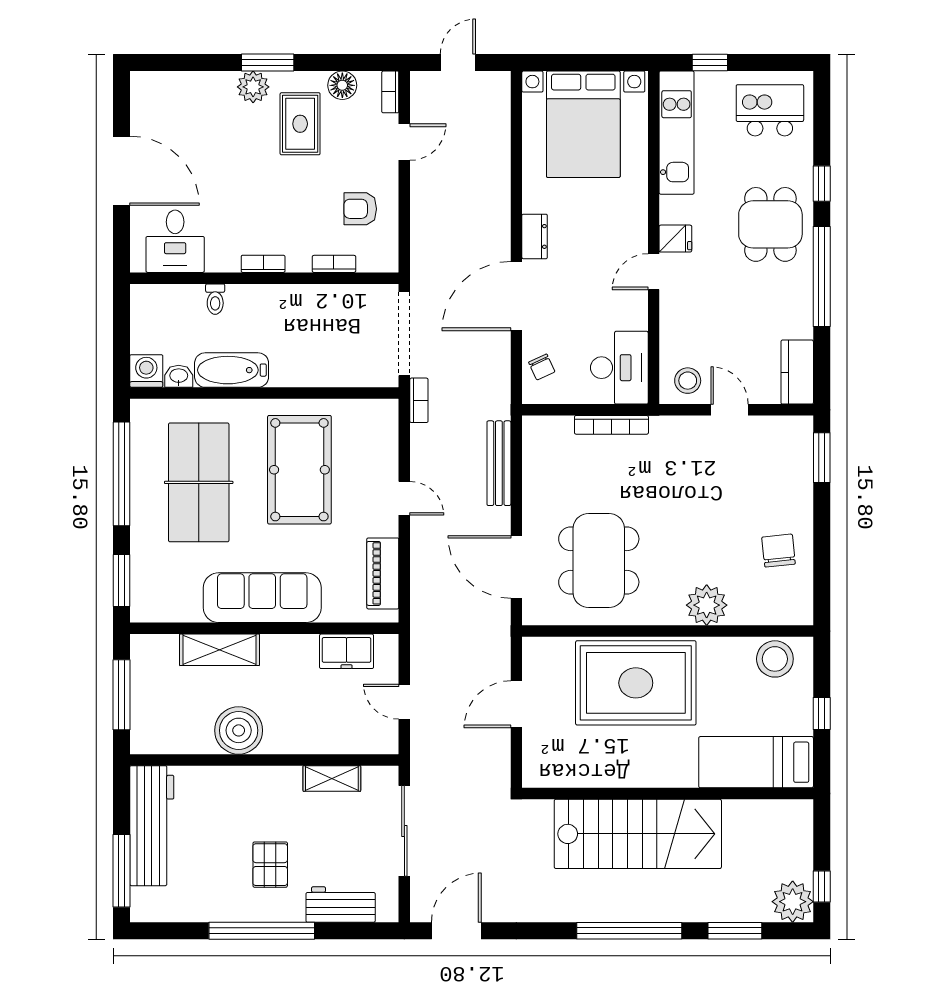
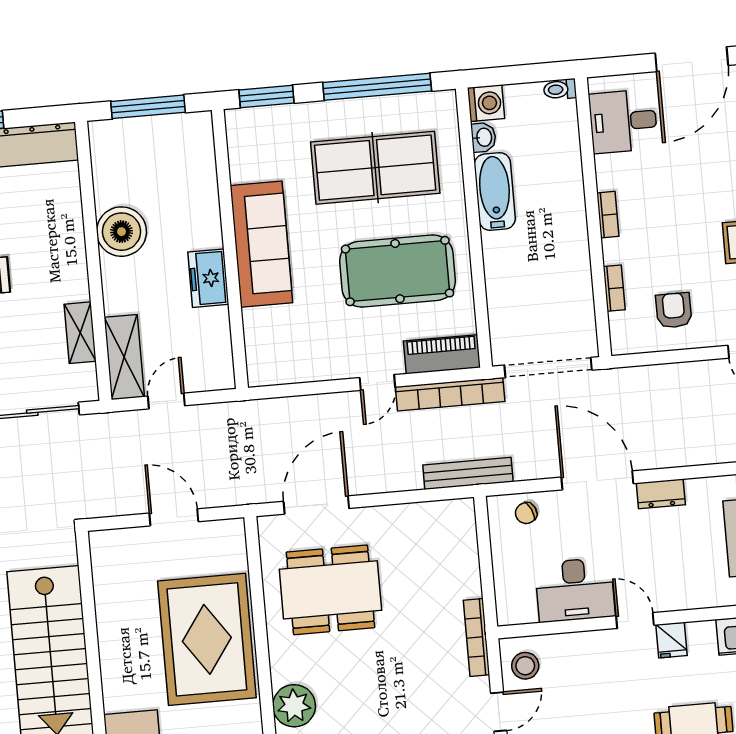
toilet: (215, 299) -> (560, 89), moved
desk: (619, 368) -> (575, 590), moved
bookcase: (419, 400) -> (450, 394), width x2.31, depth x1.31
bookcase: (611, 425) -> (476, 637), moved
bench: (499, 463) -> (468, 473), moved
piano: (383, 573) -> (442, 354), moved
shelving: (219, 650) -> (124, 357), moved
freezer: (347, 651) -> (208, 278), moved

